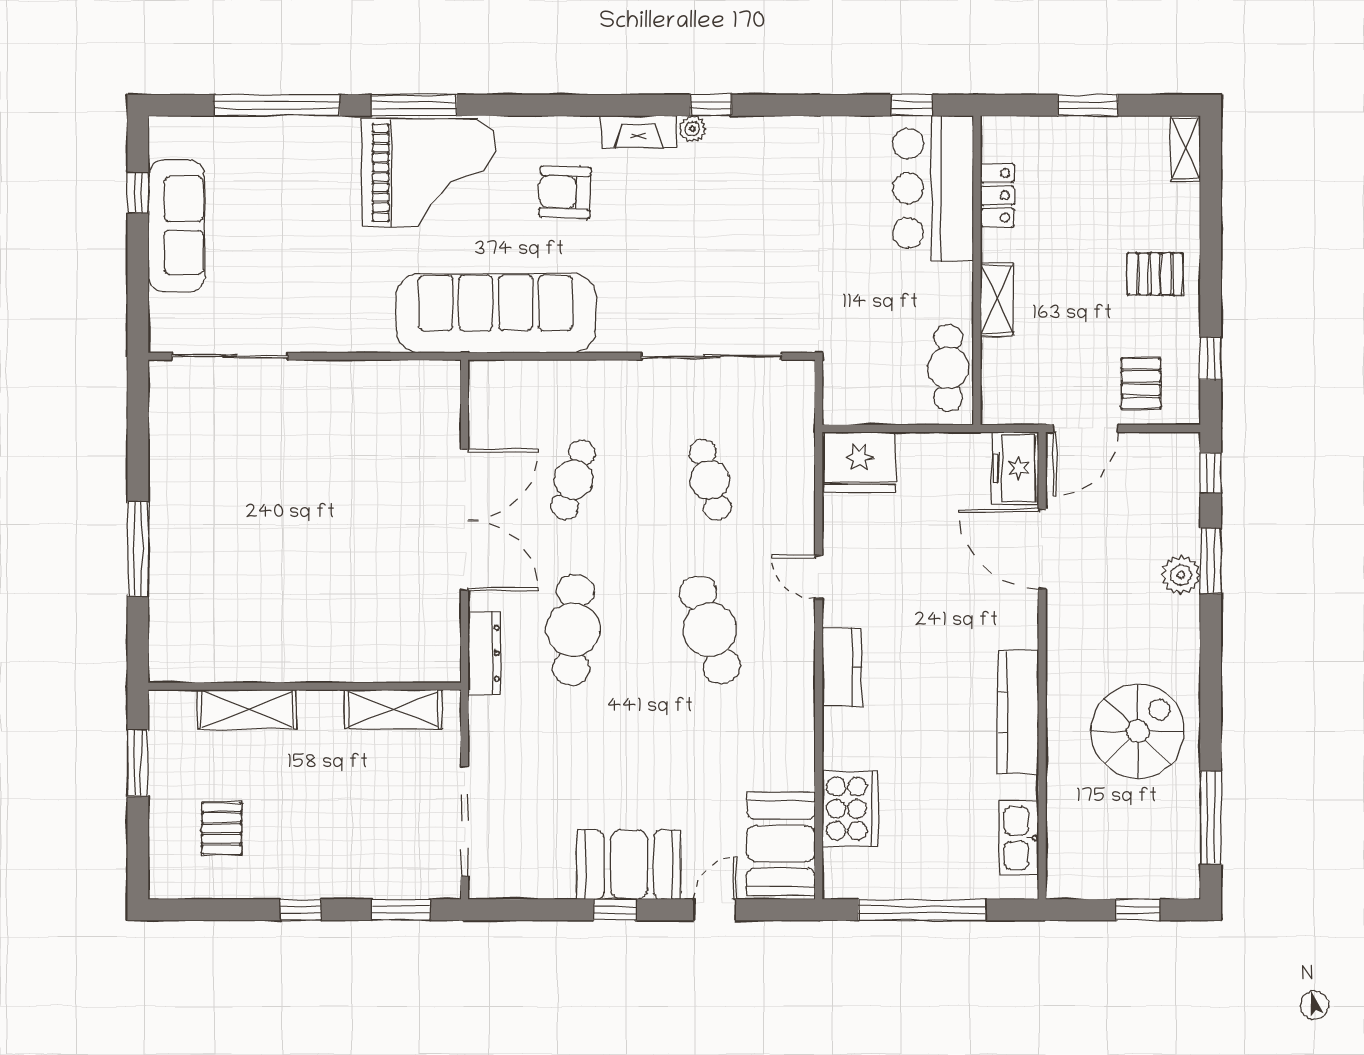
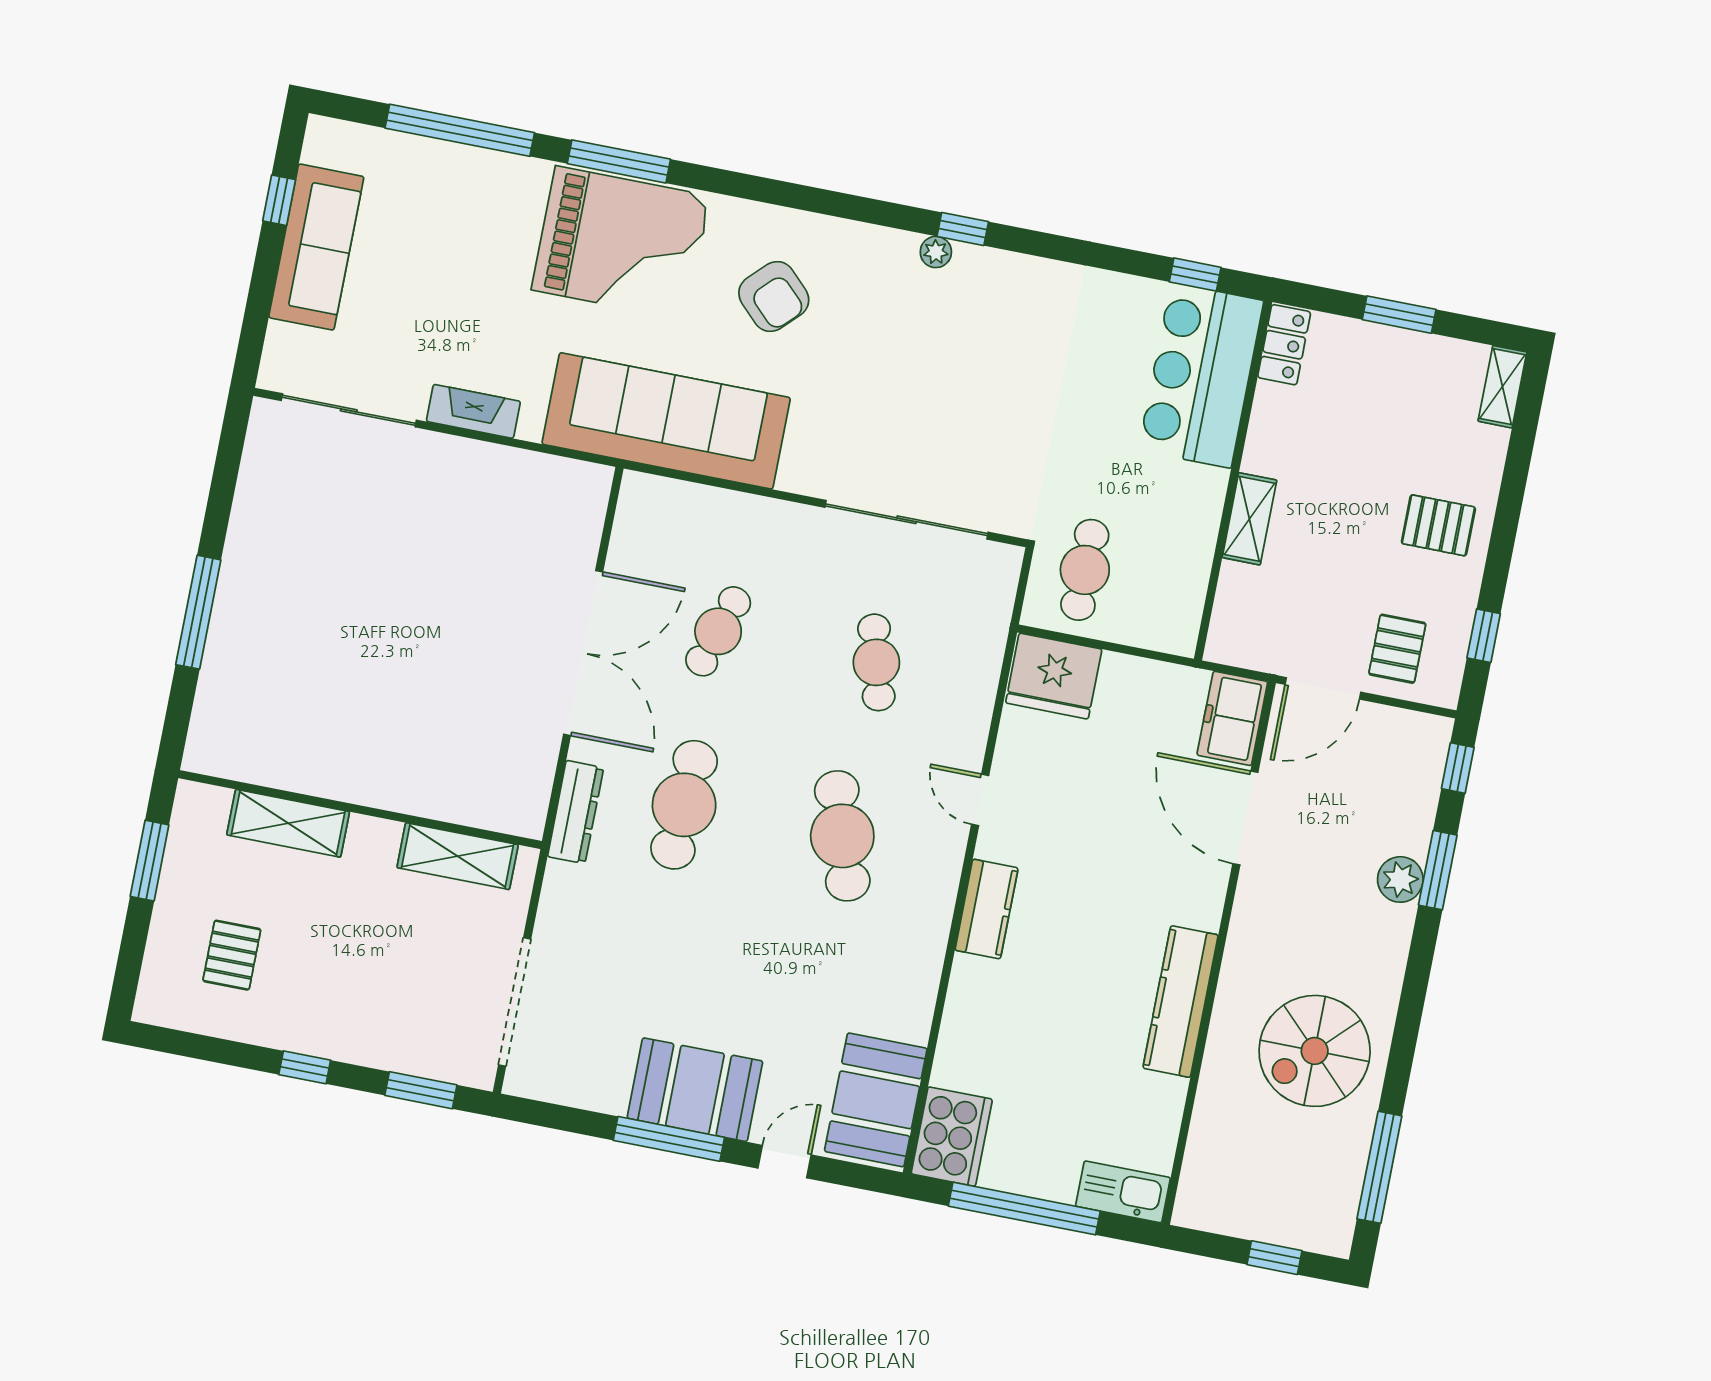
fireplace: (639, 132) -> (473, 411), moved, turned 180
armchair: (565, 192) -> (774, 297), turned -137
locker: (997, 195) -> (1284, 345), moved
cafe table: (948, 368) -> (1085, 570), moved
spiral stairs: (1138, 731) -> (1315, 1051), turned 180
cooker: (850, 809) -> (952, 1137), moved
kitchen sink: (1019, 838) -> (1123, 1192), moved, turned 90
window: (615, 910) -> (669, 1139), width x2.17

